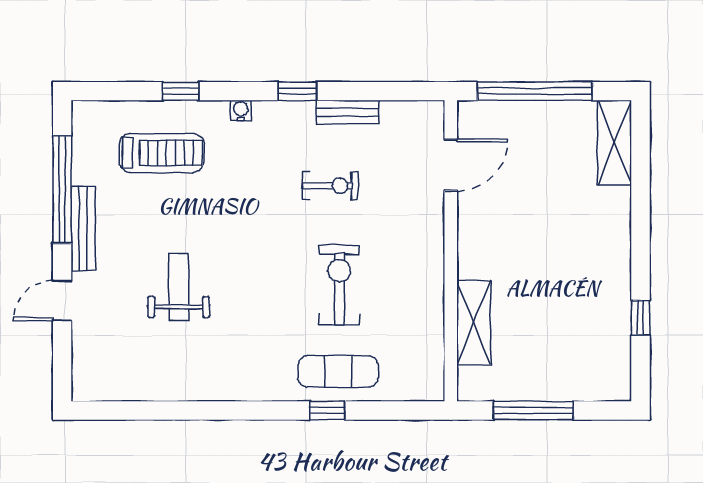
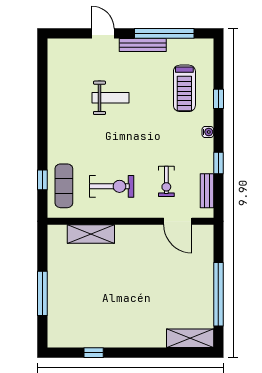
door: (451, 165) -> (178, 221), moved
wall: (451, 251) -> (130, 221), moved
shelving: (474, 323) -> (91, 234), moved

